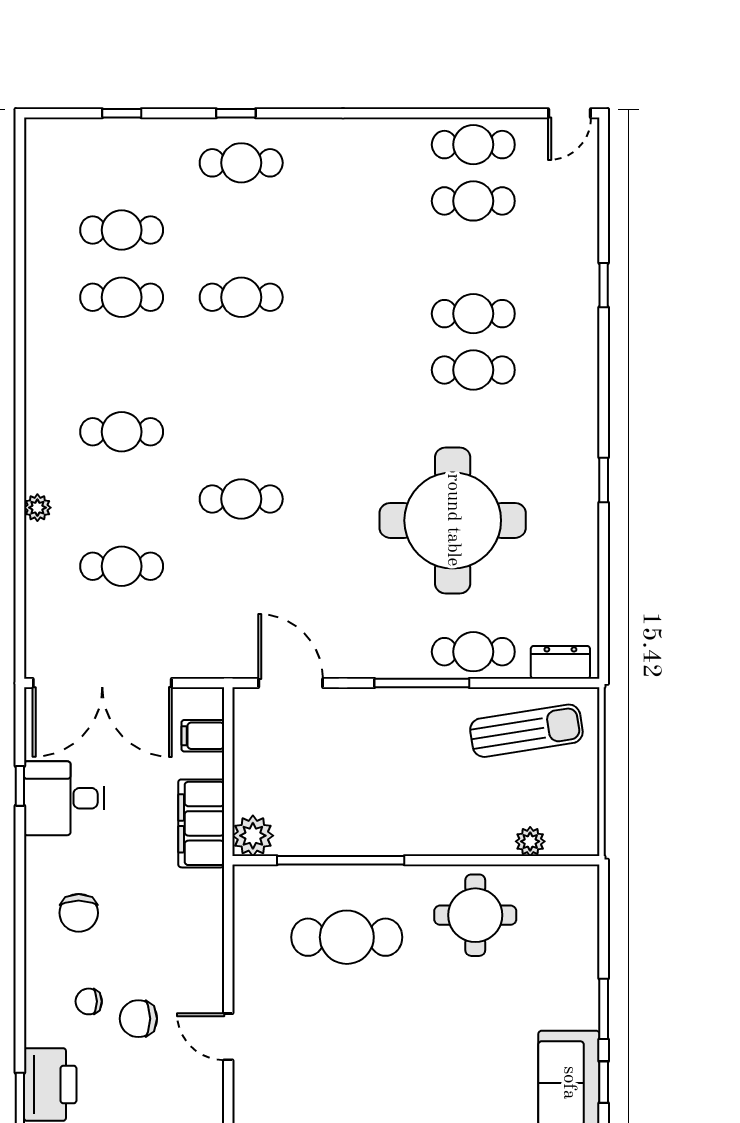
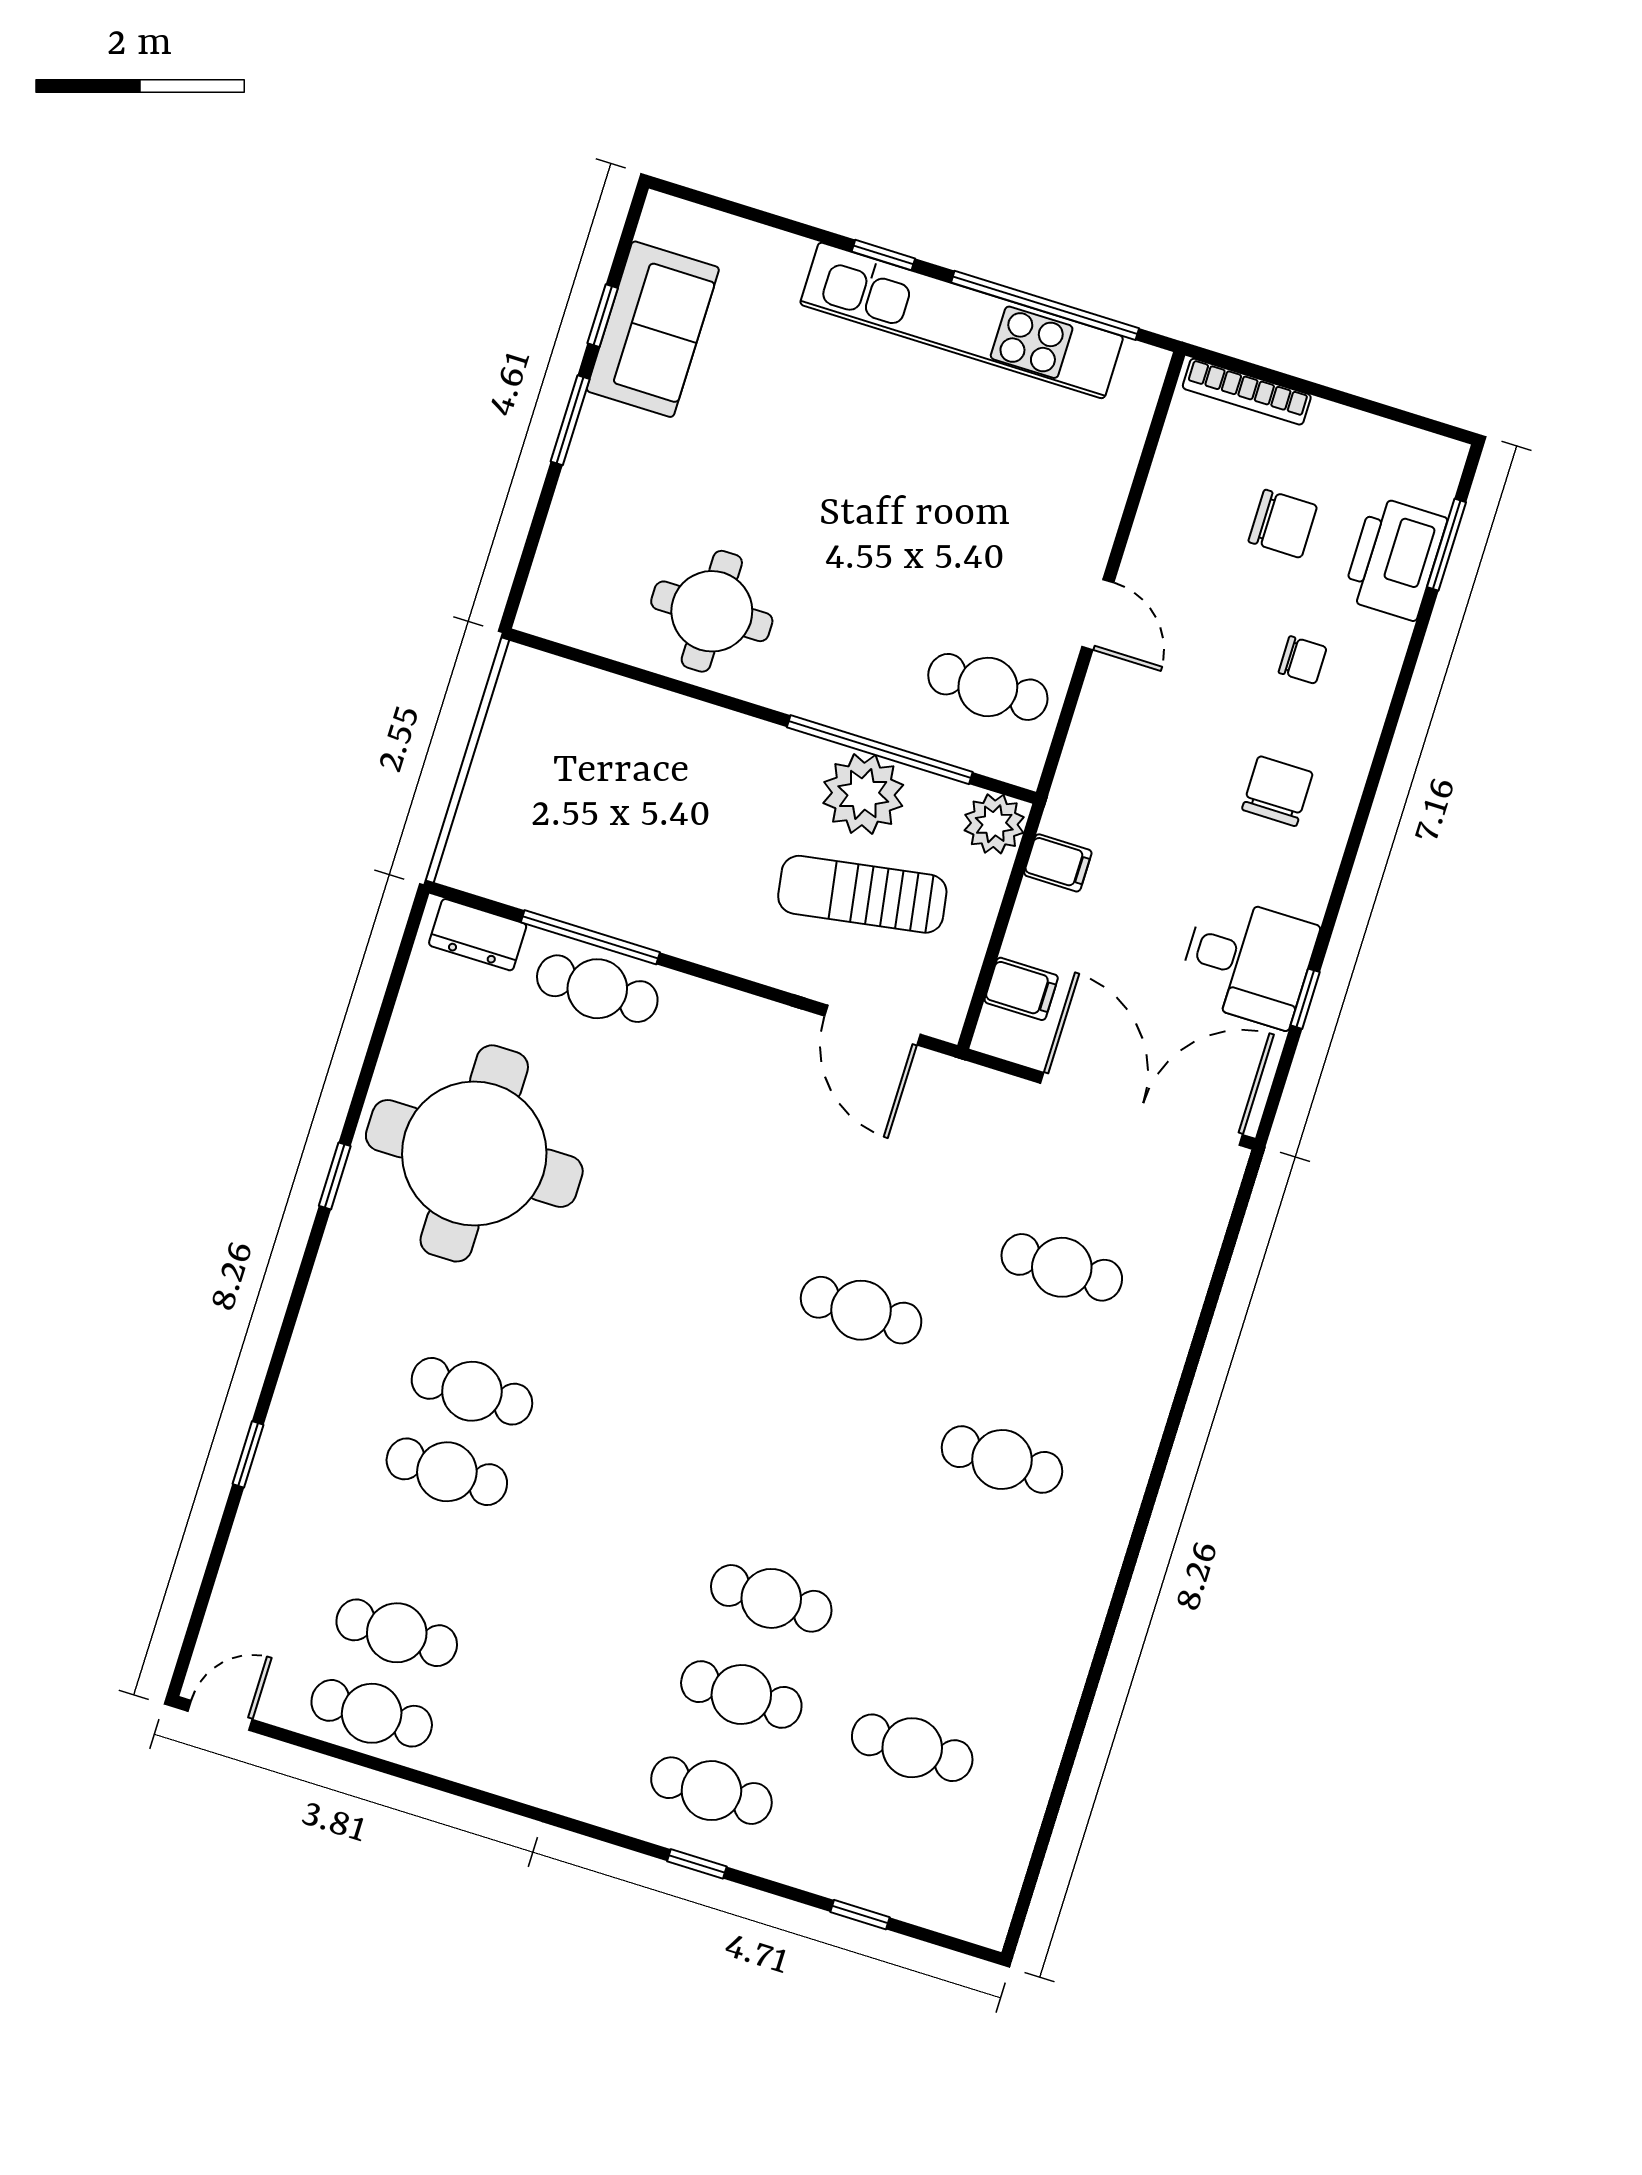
cafe table: (122, 297) -> (741, 1694), moved
plant: (37, 508) -> (1156, 1389), removed
round table: (453, 520) -> (474, 1153), moved
window: (422, 683) -> (590, 937), moved
sun lounger: (526, 731) -> (862, 894), moved
filing cabinet: (201, 823) -> (1058, 863), width x0.33, depth x0.86
plant: (530, 841) -> (863, 794), moved, width x1.88, depth x1.88
cafe table: (347, 937) -> (988, 687), moved, width x0.73, depth x0.74
chair: (138, 1019) -> (1283, 524), moved
door: (228, 1037) -> (1098, 615), moved

